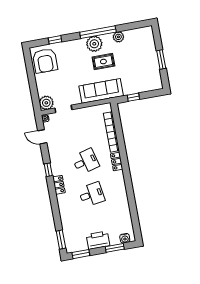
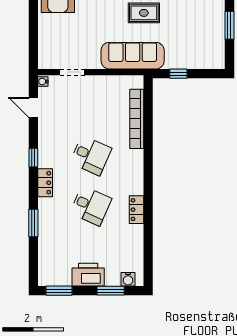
plant: (46, 103) -> (49, 58), removed
desk: (86, 161) -> (91, 155), turned 39
locker: (117, 161) -> (137, 210), moved
desk: (92, 194) -> (91, 206), turned 33
window: (61, 240) -> (33, 223), moved

